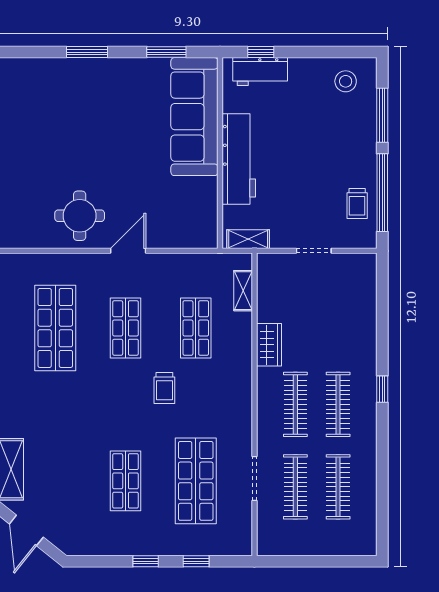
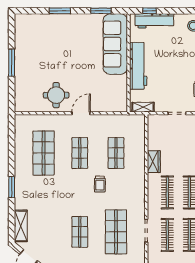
workbench: (260, 72) -> (154, 21), width x1.38
shelving: (243, 291) -> (140, 134), removed

